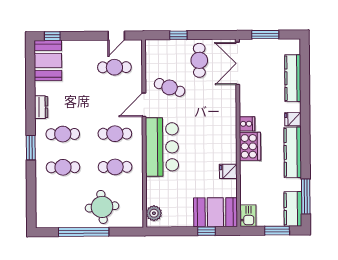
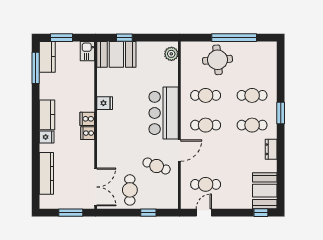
cooker: (250, 146) -> (87, 119), width x0.53, depth x0.76
kitchen counter: (293, 152) -> (47, 115), width x0.67
fridge: (228, 171) -> (105, 103), moved

